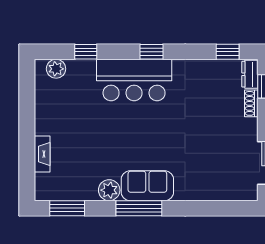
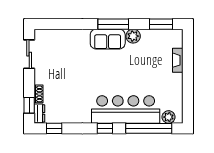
window: (86, 52) -> (149, 128), width x3.17
bar counter: (134, 80) -> (126, 109), width x1.36

